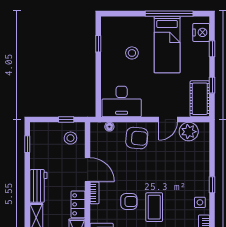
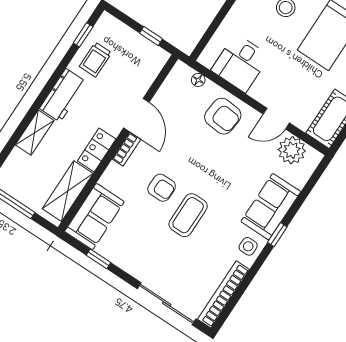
desk: (122, 101) -> (240, 63), width x0.73
stool: (70, 138) -> (141, 62), removed
trolley: (44, 154) -> (95, 60), added
sofa: (198, 171) -> (271, 207), added

